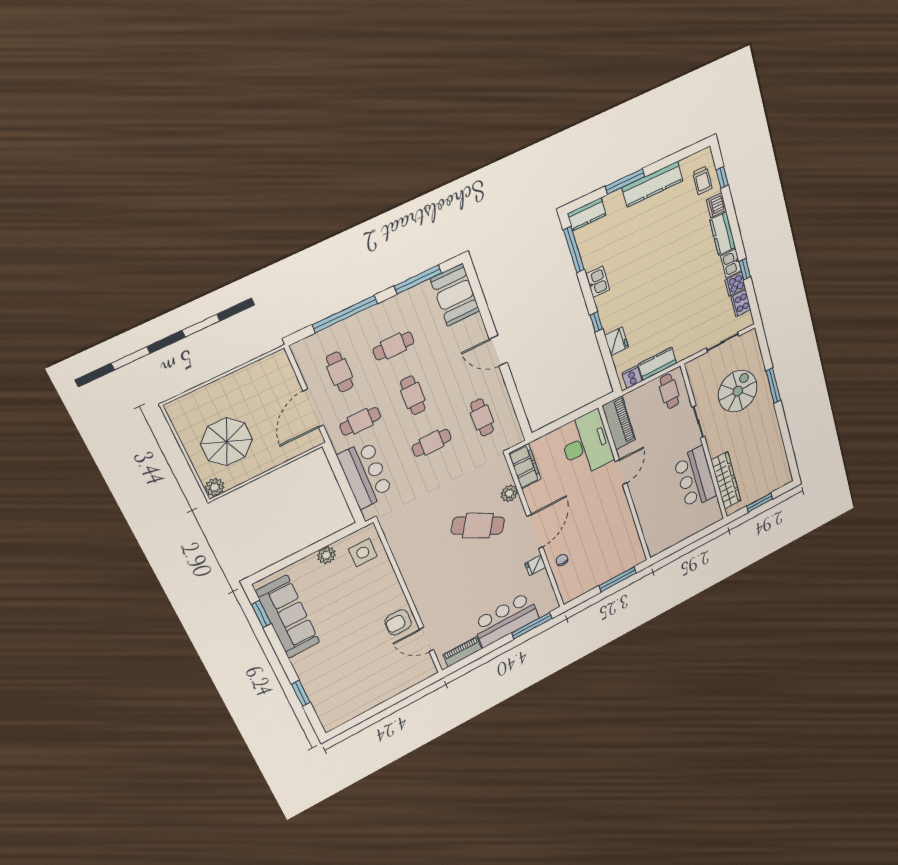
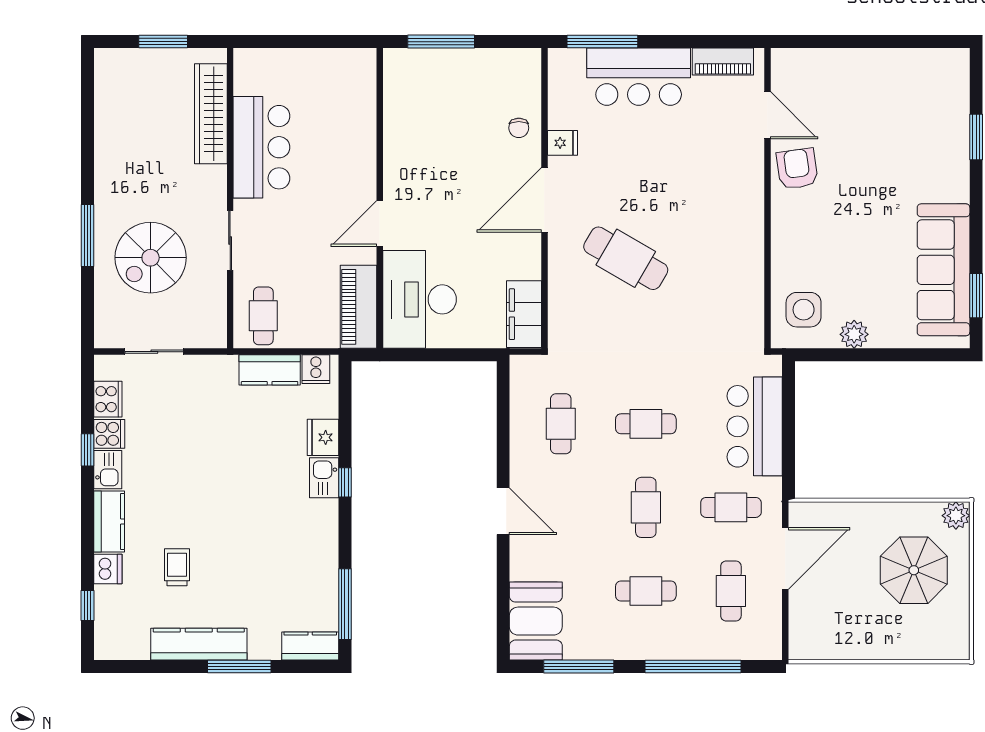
trolley: (702, 180) -> (177, 567), moved
kitchen sink: (598, 282) -> (324, 478), moved
plant: (509, 493) -> (562, 284), removed
armchair: (398, 622) -> (797, 169), turned -98

